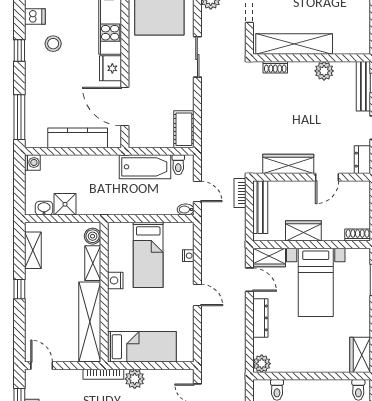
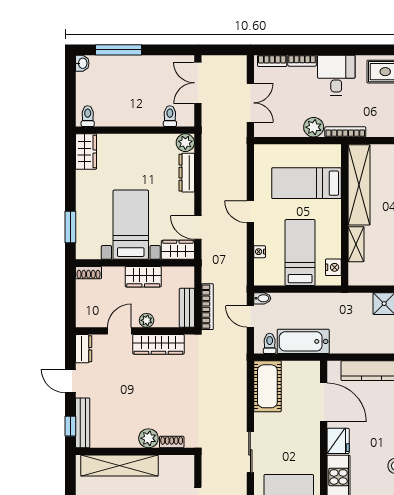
shelving: (294, 44) -> (119, 465), moved
plant: (324, 71) -> (148, 438), moved
cot: (184, 129) -> (267, 386), width x1.37, depth x1.34
plant: (300, 188) -> (147, 320), added
bookcase: (240, 193) -> (207, 307), width x1.56
bench: (260, 207) -> (187, 308), width x0.73
boiler: (93, 236) -> (356, 271), removed
nightstand: (115, 280) -> (333, 267), moved
dresser: (260, 318) -> (187, 173), moved
bed: (142, 347) -> (306, 183), moved

